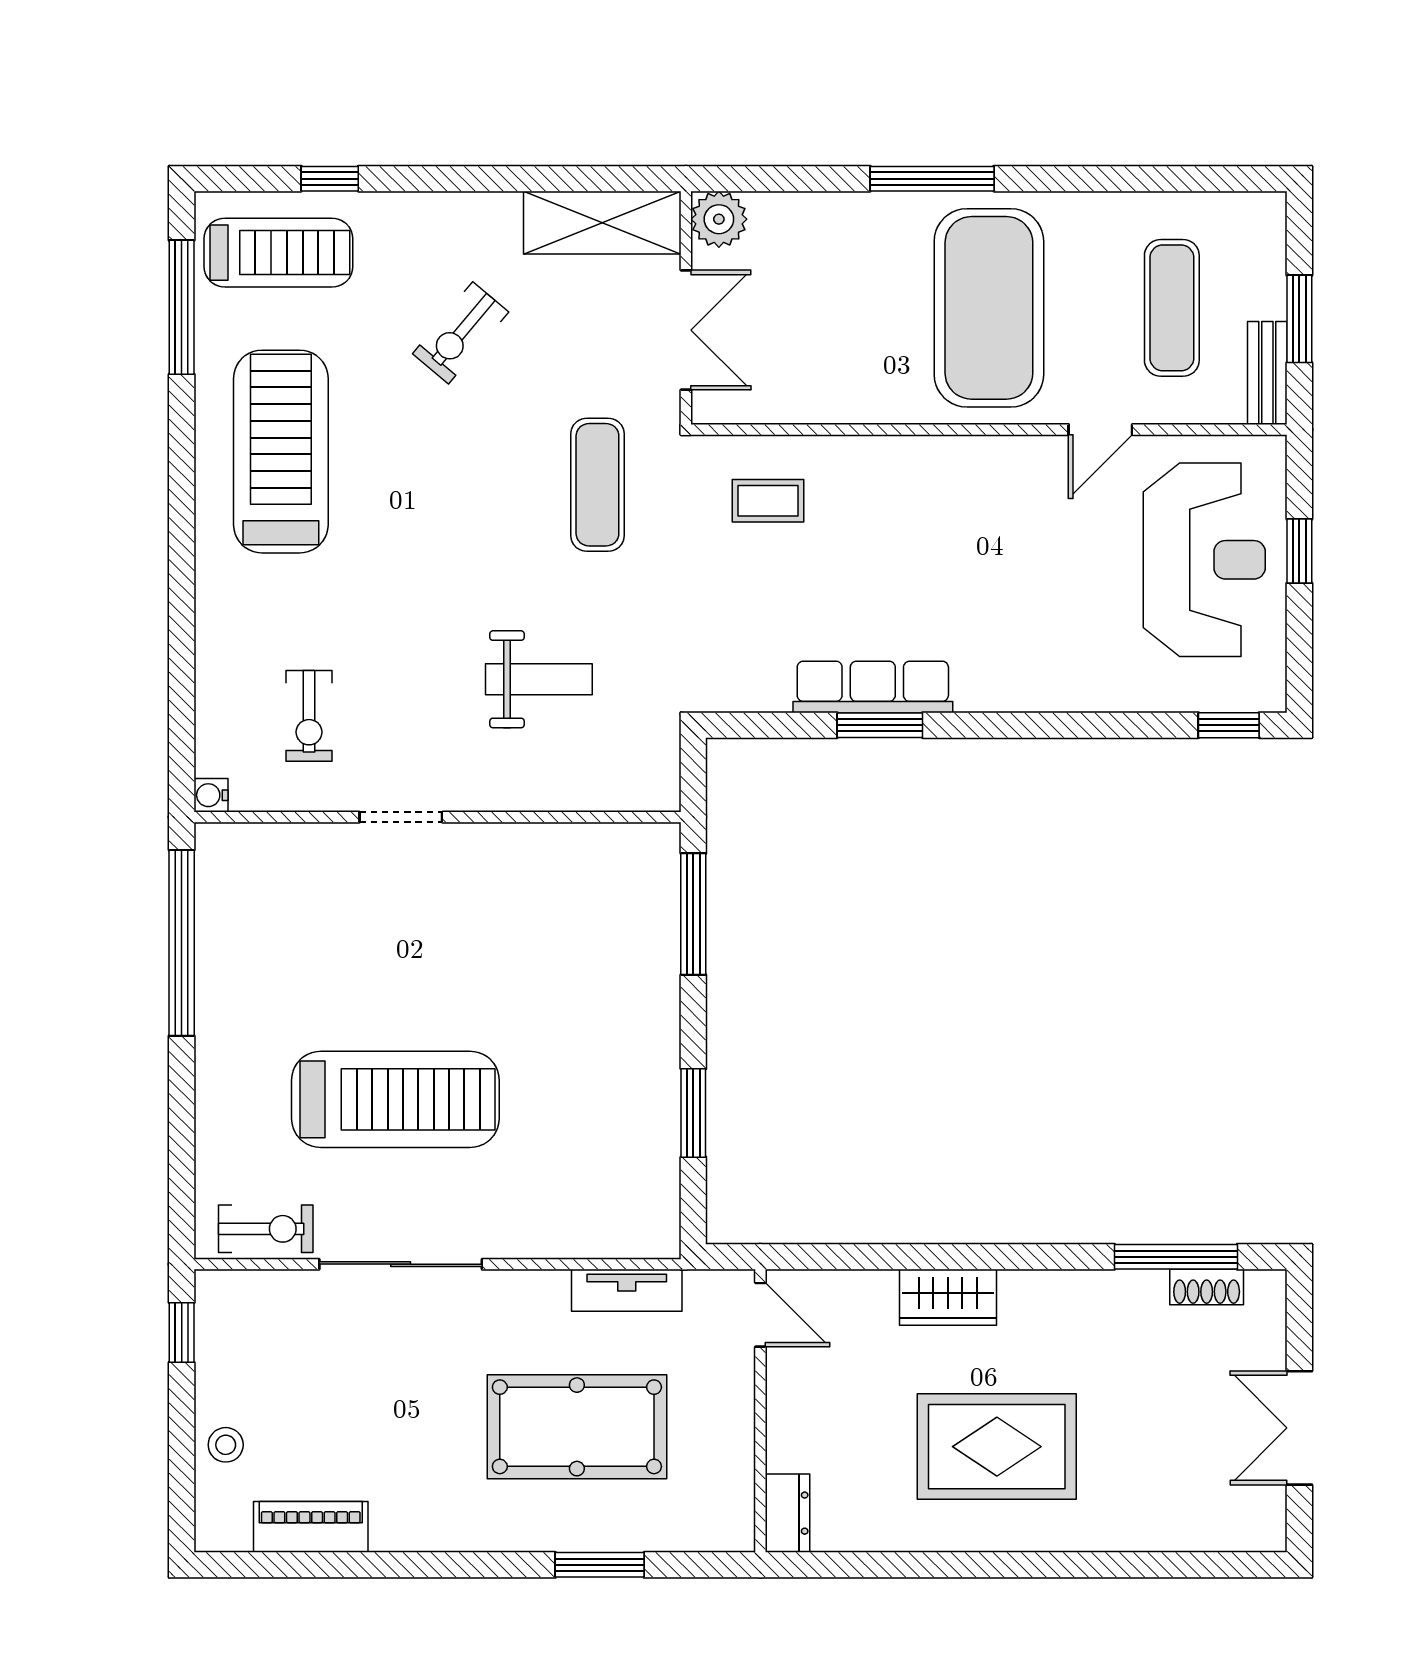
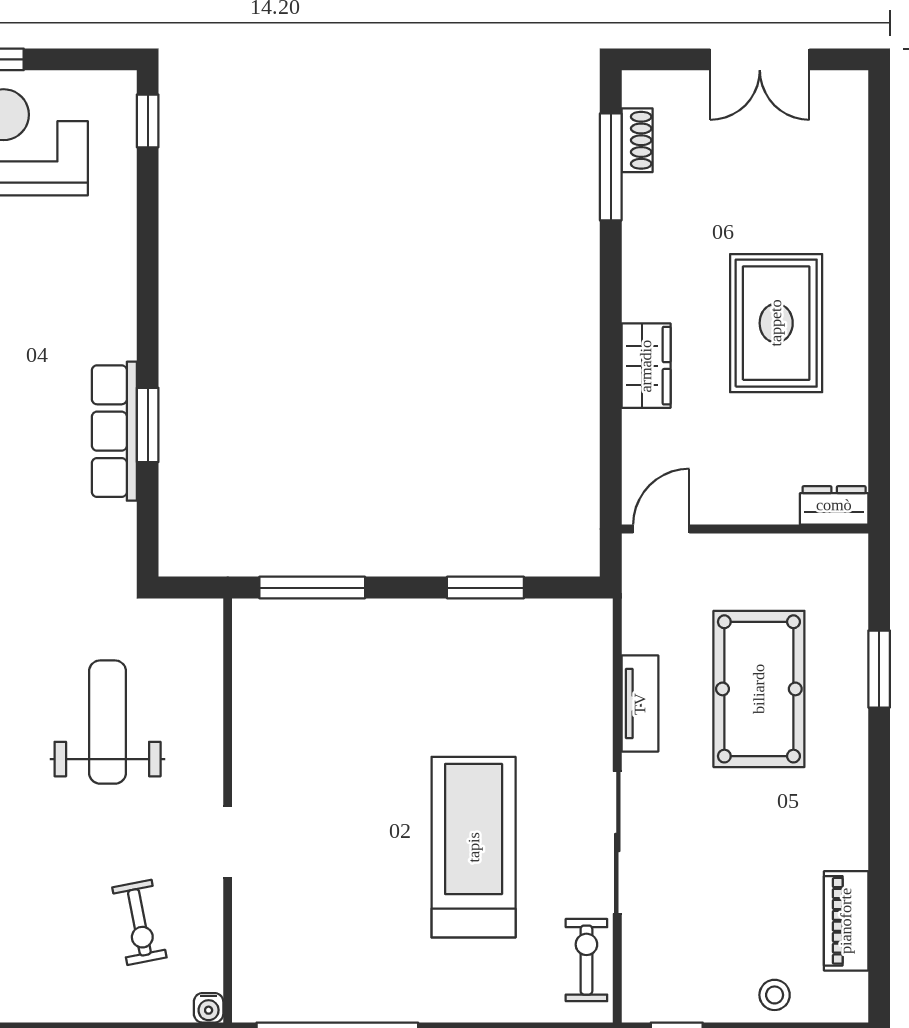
weight bench: (539, 679) -> (108, 722), width x1.36, depth x1.33
exercise bike: (309, 716) -> (139, 922), turned 79
tv unit: (627, 1290) -> (640, 704), moved

